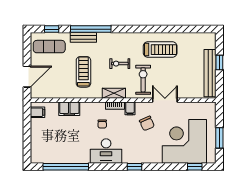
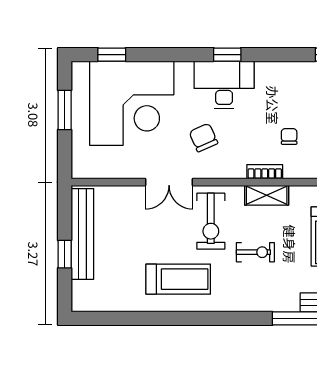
treadmill: (160, 50) -> (178, 279), turned 180
filing cabinet: (130, 108) -> (236, 166), removed
desk: (106, 151) -> (224, 85), moved

